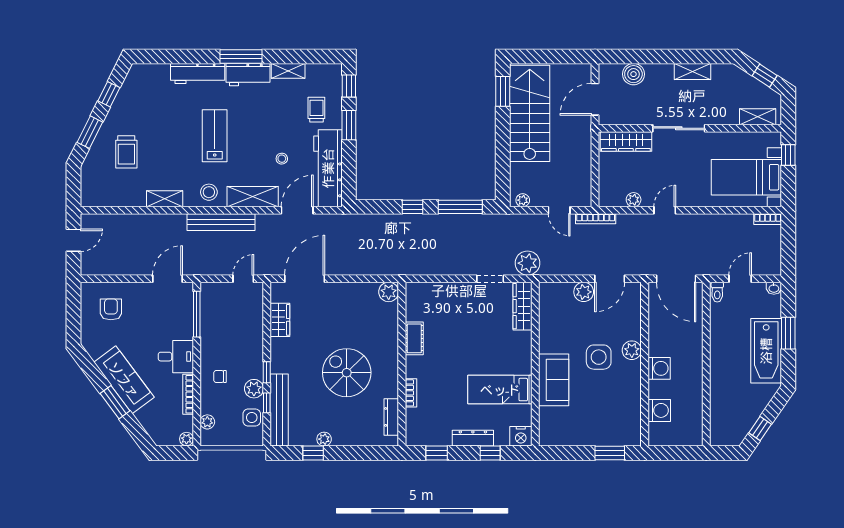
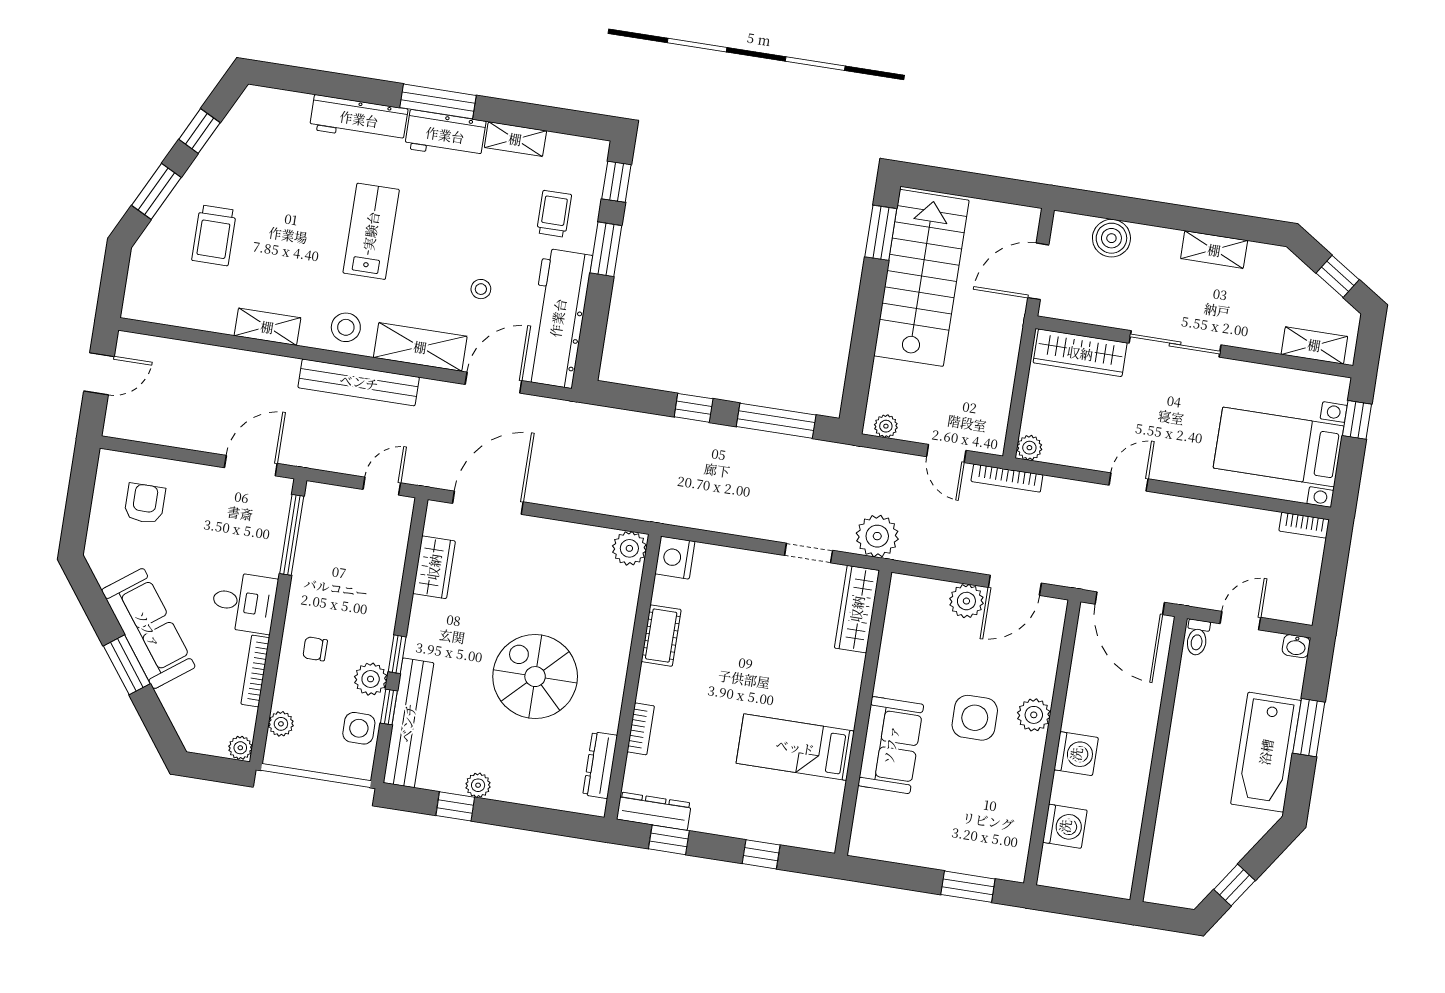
plant: (634, 200) -> (1029, 448), moved
nightstand: (521, 436) -> (675, 558), moved, turned 90
dresser: (473, 438) -> (654, 811), moved

